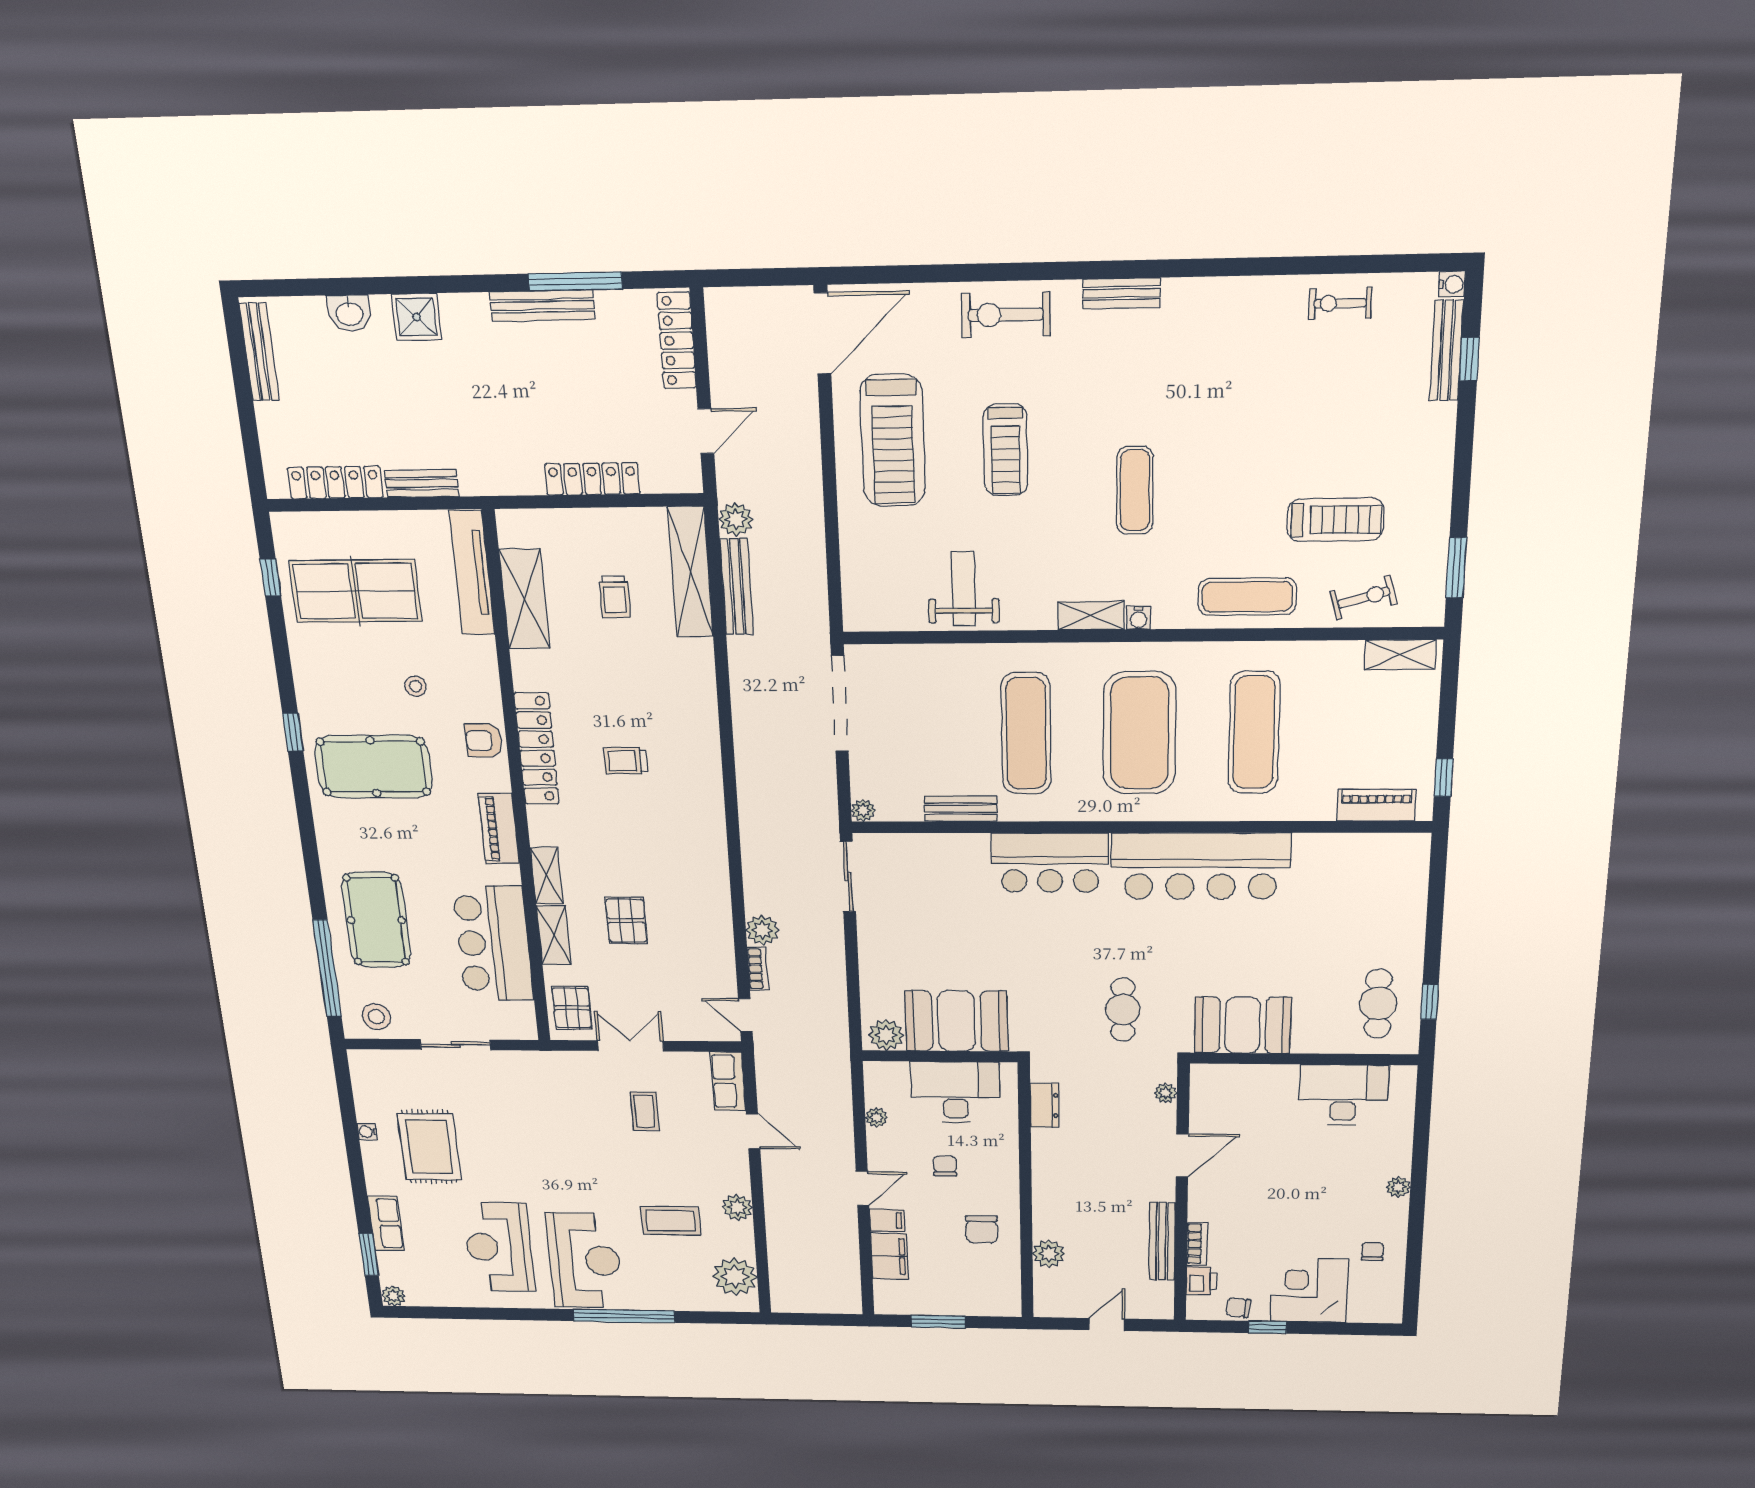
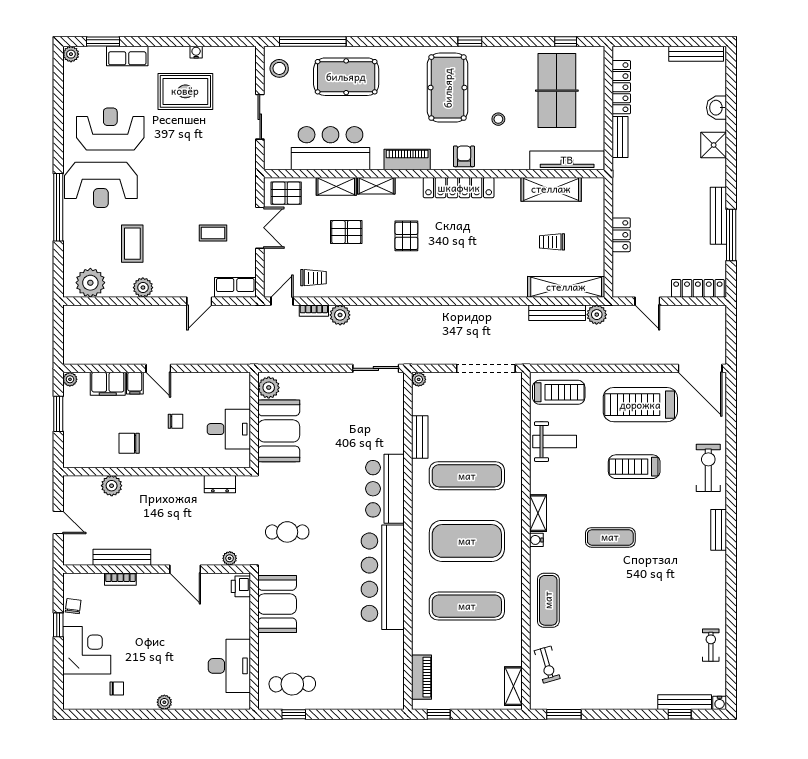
locker: (592, 479) -> (621, 235), width x0.66
treadmill: (1335, 520) -> (559, 392), moved, turned -90
trolley: (625, 761) -> (313, 278), moved, turned 90
pallet: (625, 830) -> (406, 236), added
desk: (955, 1092) -> (229, 429), width x0.73
plant: (876, 1117) -> (70, 379), moved
printer: (1201, 1281) -> (241, 586), moved, turned 90

